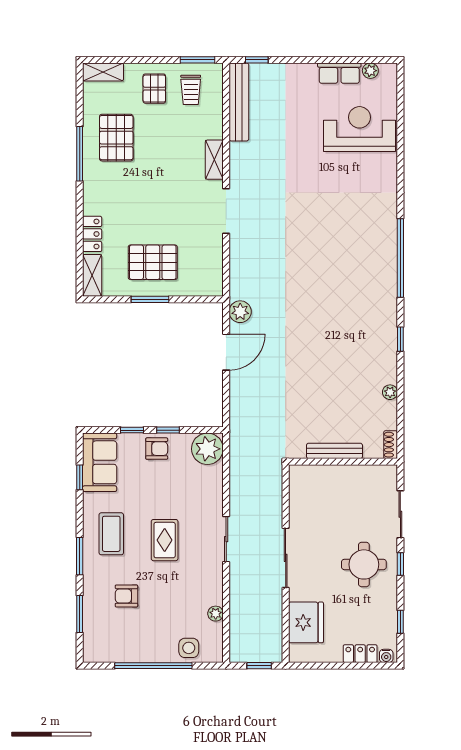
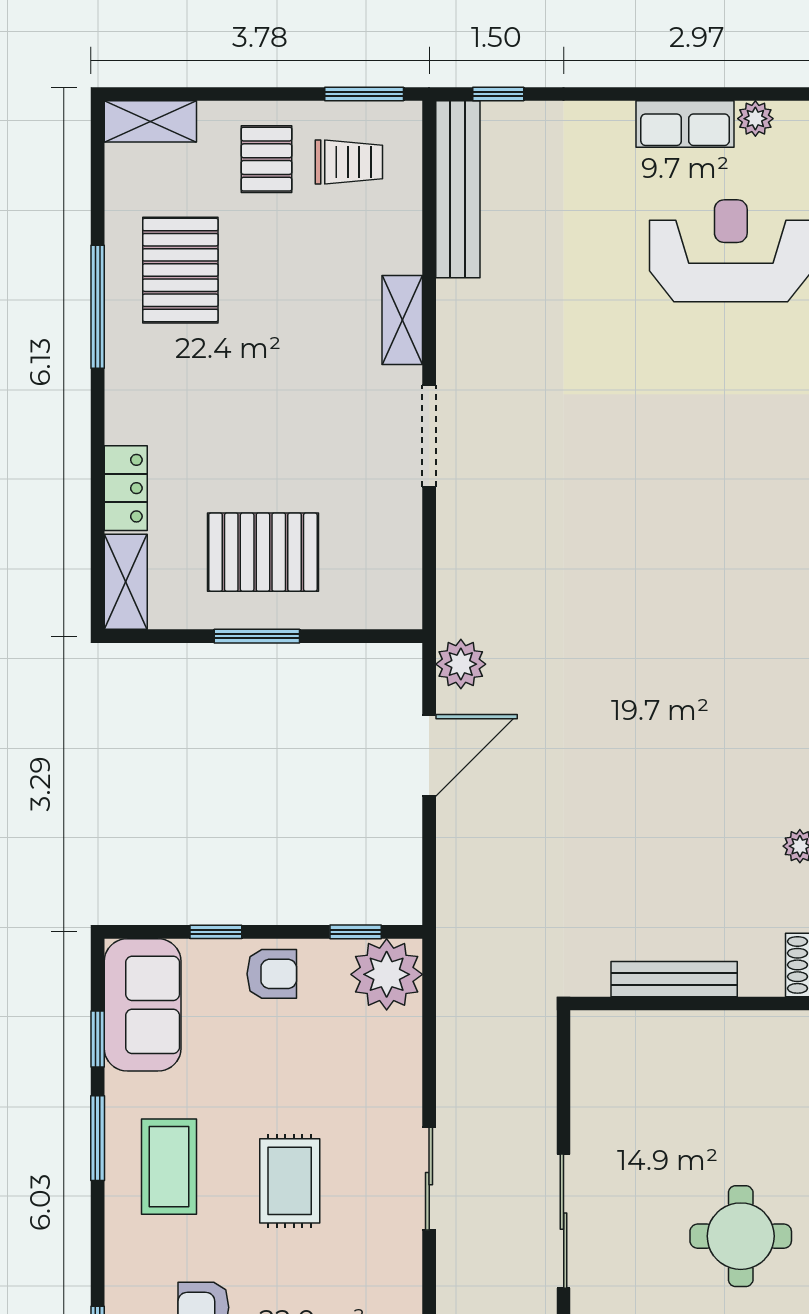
trolley: (191, 90) -> (349, 162), turned -90
window: (168, 430) -> (356, 932), moved
window: (80, 556) -> (98, 1138), moved

